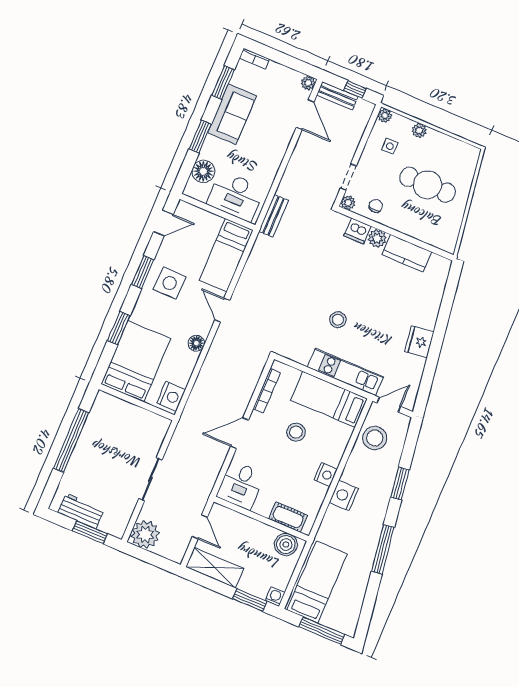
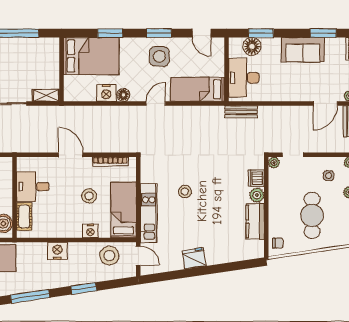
window: (200, 137) -> (261, 33), moved
chair: (376, 206) -> (278, 243), moved
nightstand: (171, 396) -> (106, 93), moved
shelving: (159, 433) -> (46, 95), added
nightstand: (326, 475) -> (90, 231), moved
desk: (241, 485) -> (33, 187), moved

